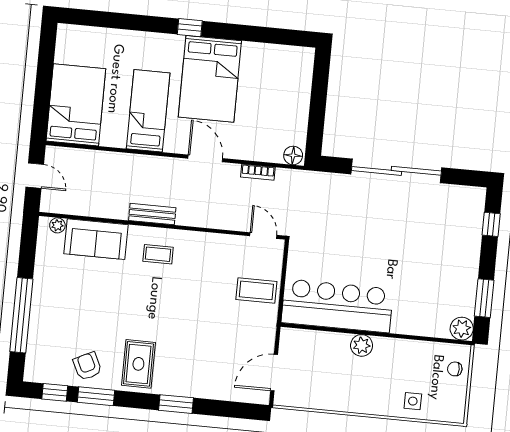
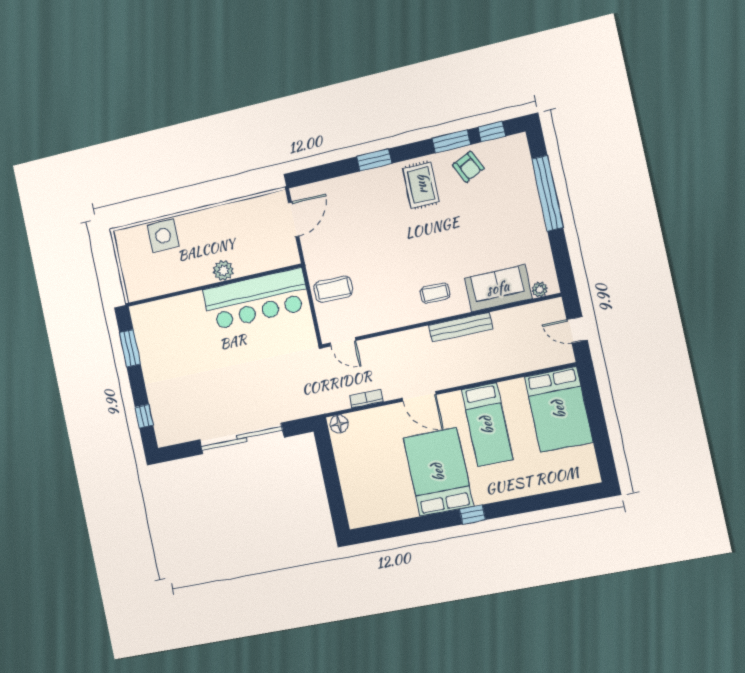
bench: (152, 214) -> (461, 327), width x1.36
plant: (462, 329) -> (141, 315), removed
chair: (455, 369) -> (136, 277), removed
side table: (413, 401) -> (163, 236), width x1.87, depth x1.87

